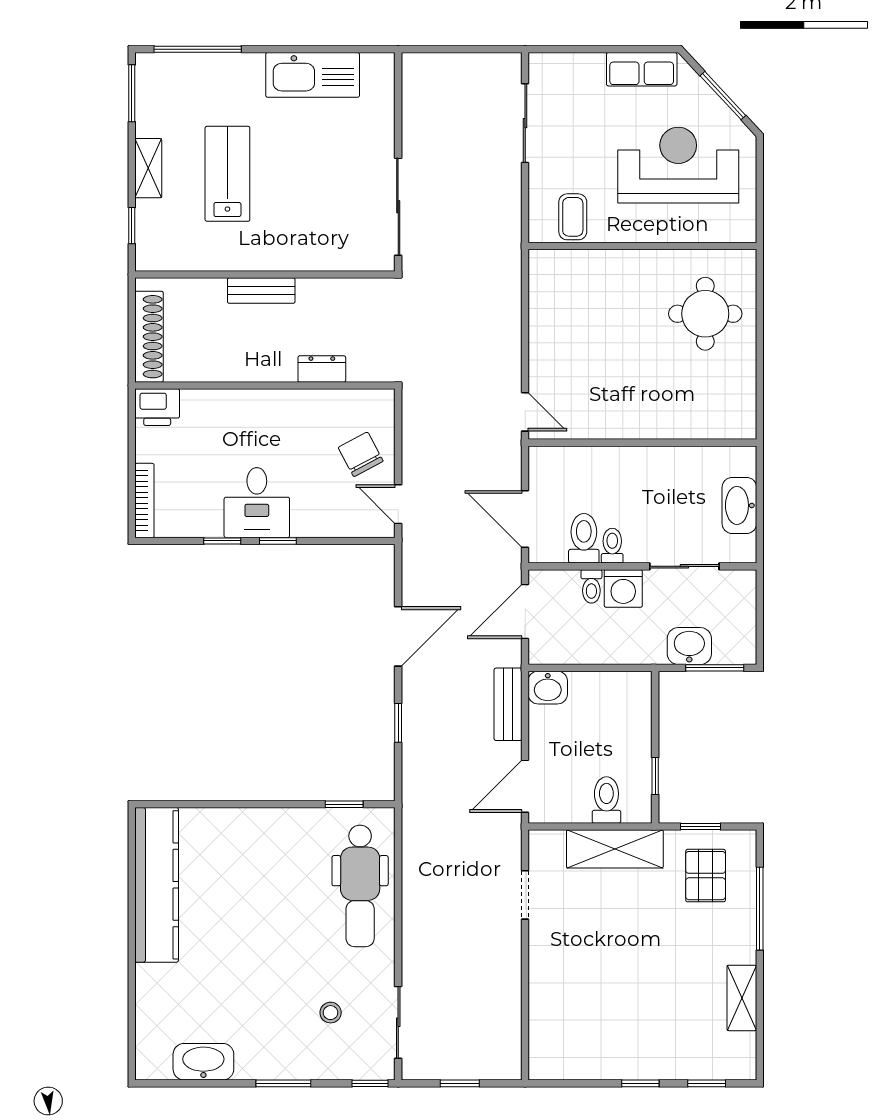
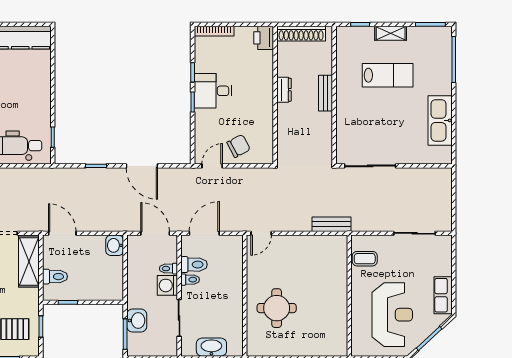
round table: (705, 314) -> (277, 308), moved
dresser: (322, 369) -> (284, 90), moved
bench: (508, 704) -> (332, 224), moved
shelving: (615, 849) -> (29, 262), moved

